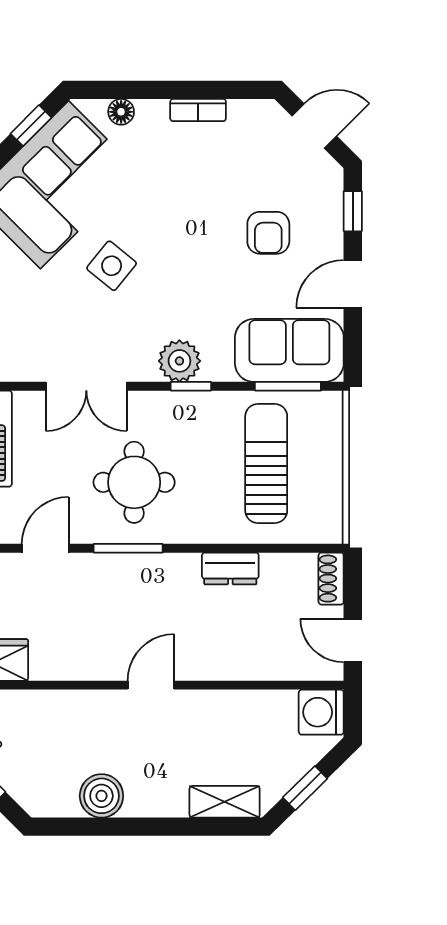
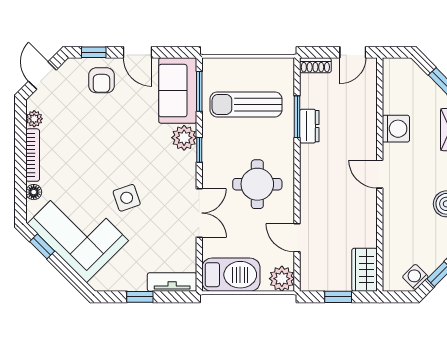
bookcase: (198, 110) -> (33, 155), width x1.56
plant: (243, 113) -> (34, 119), added
armchair: (268, 233) -> (102, 80), moved, turned 90
side table: (112, 266) -> (127, 198), turned 32
plant: (179, 361) -> (184, 138), moved
window: (128, 548) -> (297, 117), moved
washing machine: (321, 712) -> (396, 129), moved, turned -90

